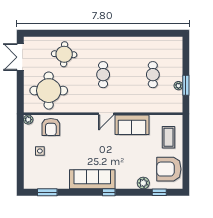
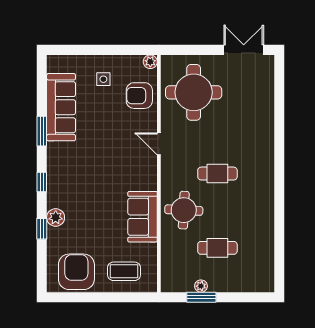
round table: (64, 54) -> (184, 210), moved
door: (106, 114) -> (159, 144), moved
sofa: (92, 179) -> (61, 107), moved
plant: (143, 183) -> (56, 217), moved
window: (47, 192) -> (42, 131), moved
window: (159, 192) -> (42, 229), moved

